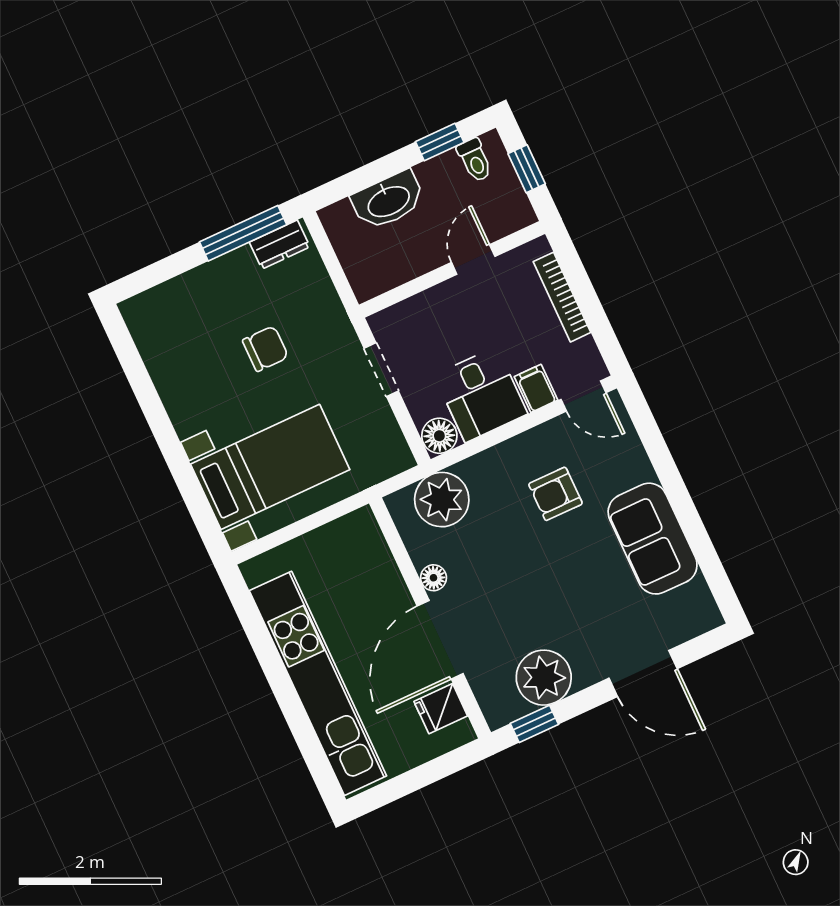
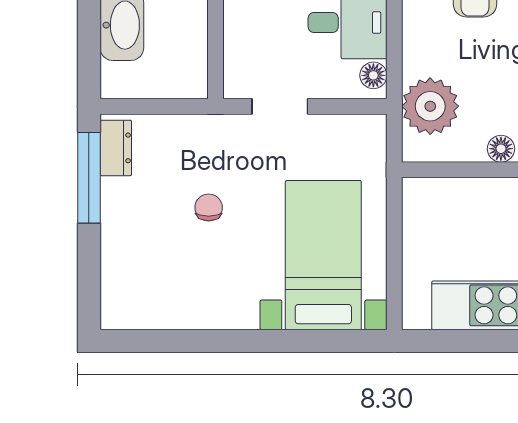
chair: (265, 349) -> (209, 207), width x0.73, depth x0.73
floor lamp: (439, 436) -> (373, 75), width x0.73, depth x0.73

